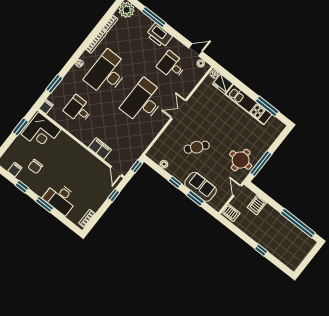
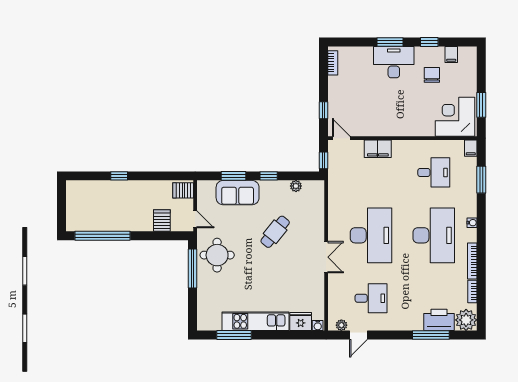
printer: (159, 36) -> (439, 320), moved
desk: (61, 198) -> (394, 62), moved

